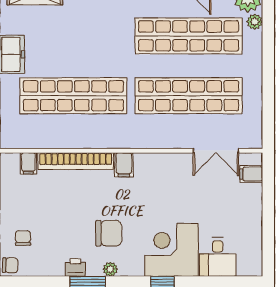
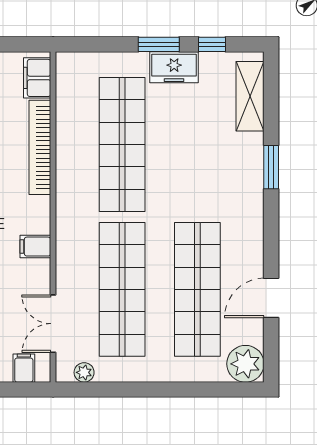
plant: (255, 22) -> (84, 372), moved
filing cabinet: (28, 163) -> (37, 78), width x2.00
filing cabinet: (124, 165) -> (35, 247), moved

